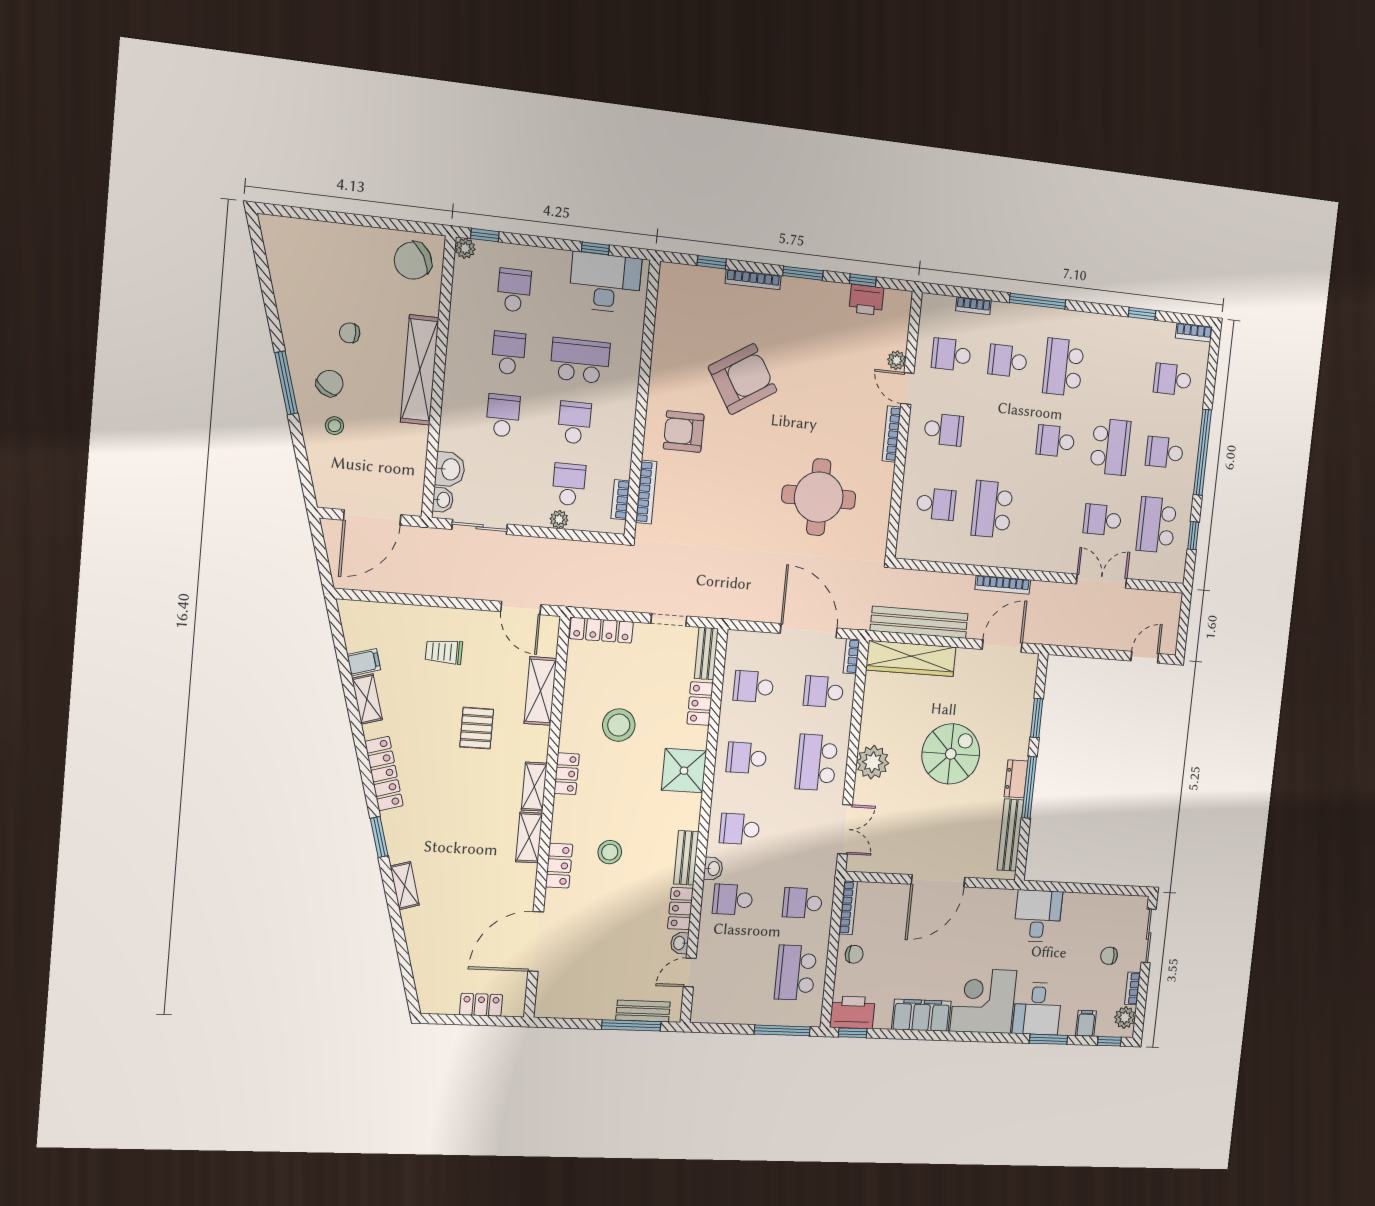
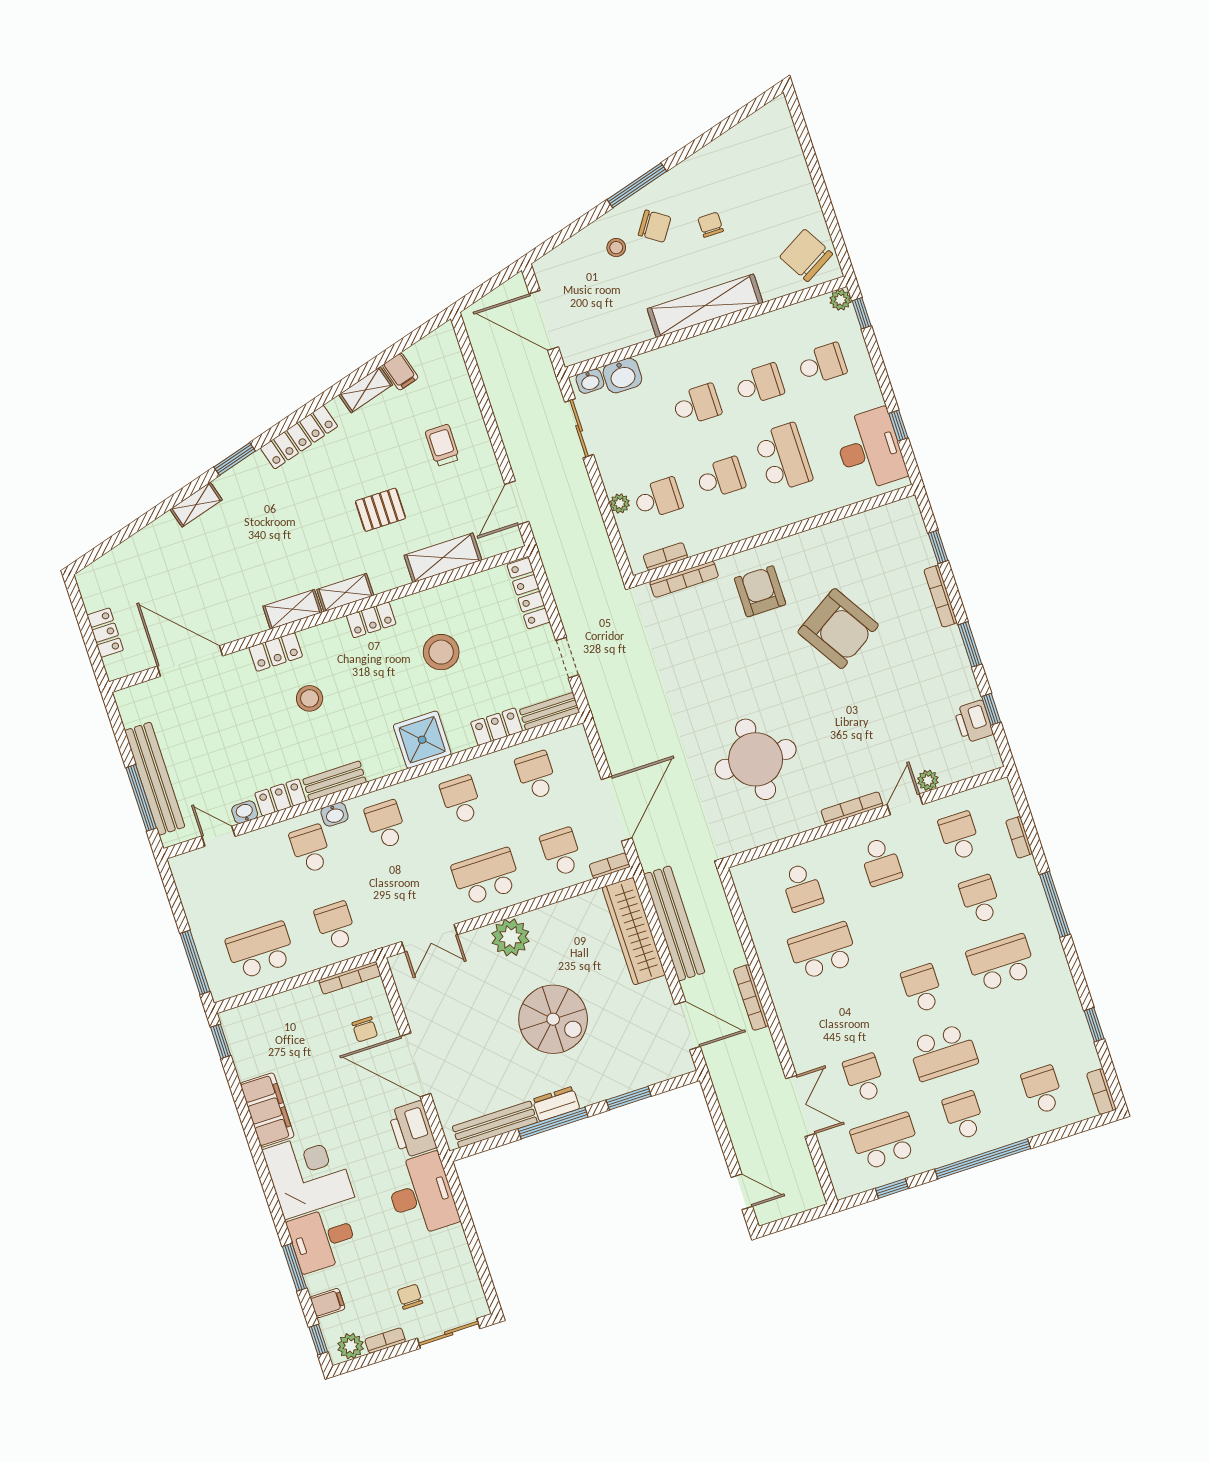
desk: (1038, 916) -> (421, 1195), width x1.37
chair: (854, 954) -> (365, 1029), moved
bench: (643, 1011) -> (155, 779), width x1.86, depth x1.21
printer: (852, 1012) -> (412, 1129), moved, turned 180

